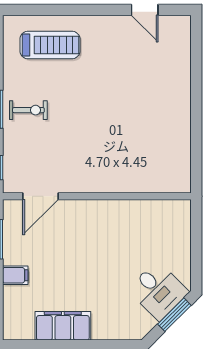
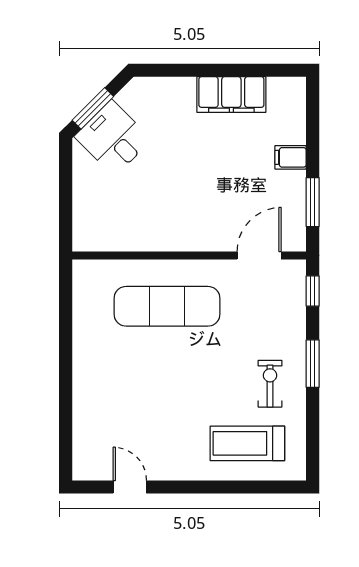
exercise bike: (28, 110) -> (270, 384), moved, turned 90
exercise mat: (115, 155) -> (167, 306), added

